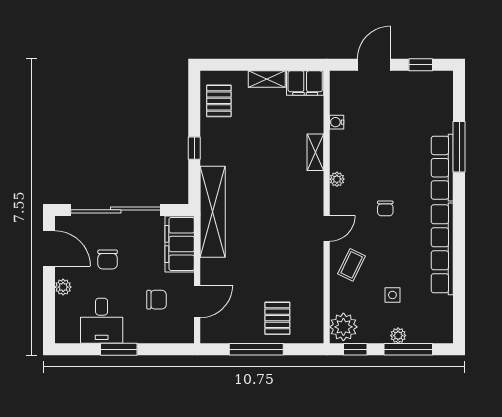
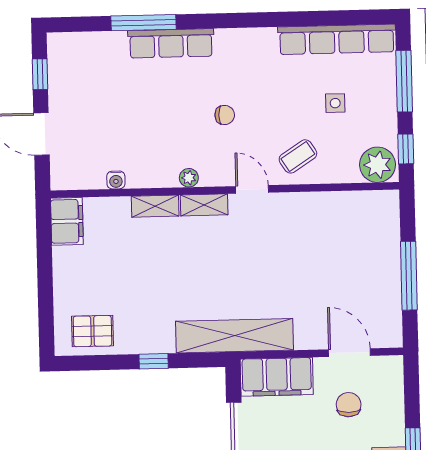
shelving: (267, 79) -> (204, 205), moved, turned 90
row of seats: (442, 249) -> (337, 39), moved
coffee table: (352, 265) -> (298, 156), turned -59
pallet: (277, 318) -> (369, 250), removed
plant: (398, 336) -> (387, 95), removed

